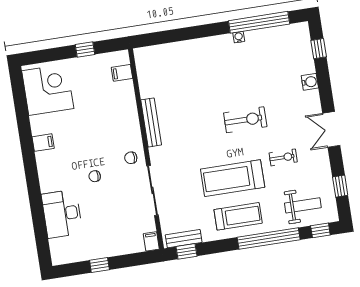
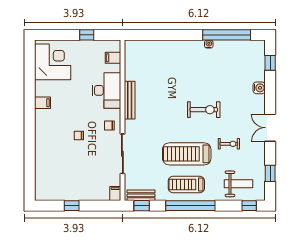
desk: (62, 214) -> (106, 90), moved, turned 180
treadmill: (238, 216) -> (186, 184), turned 180
window: (269, 239) -> (190, 206), moved

